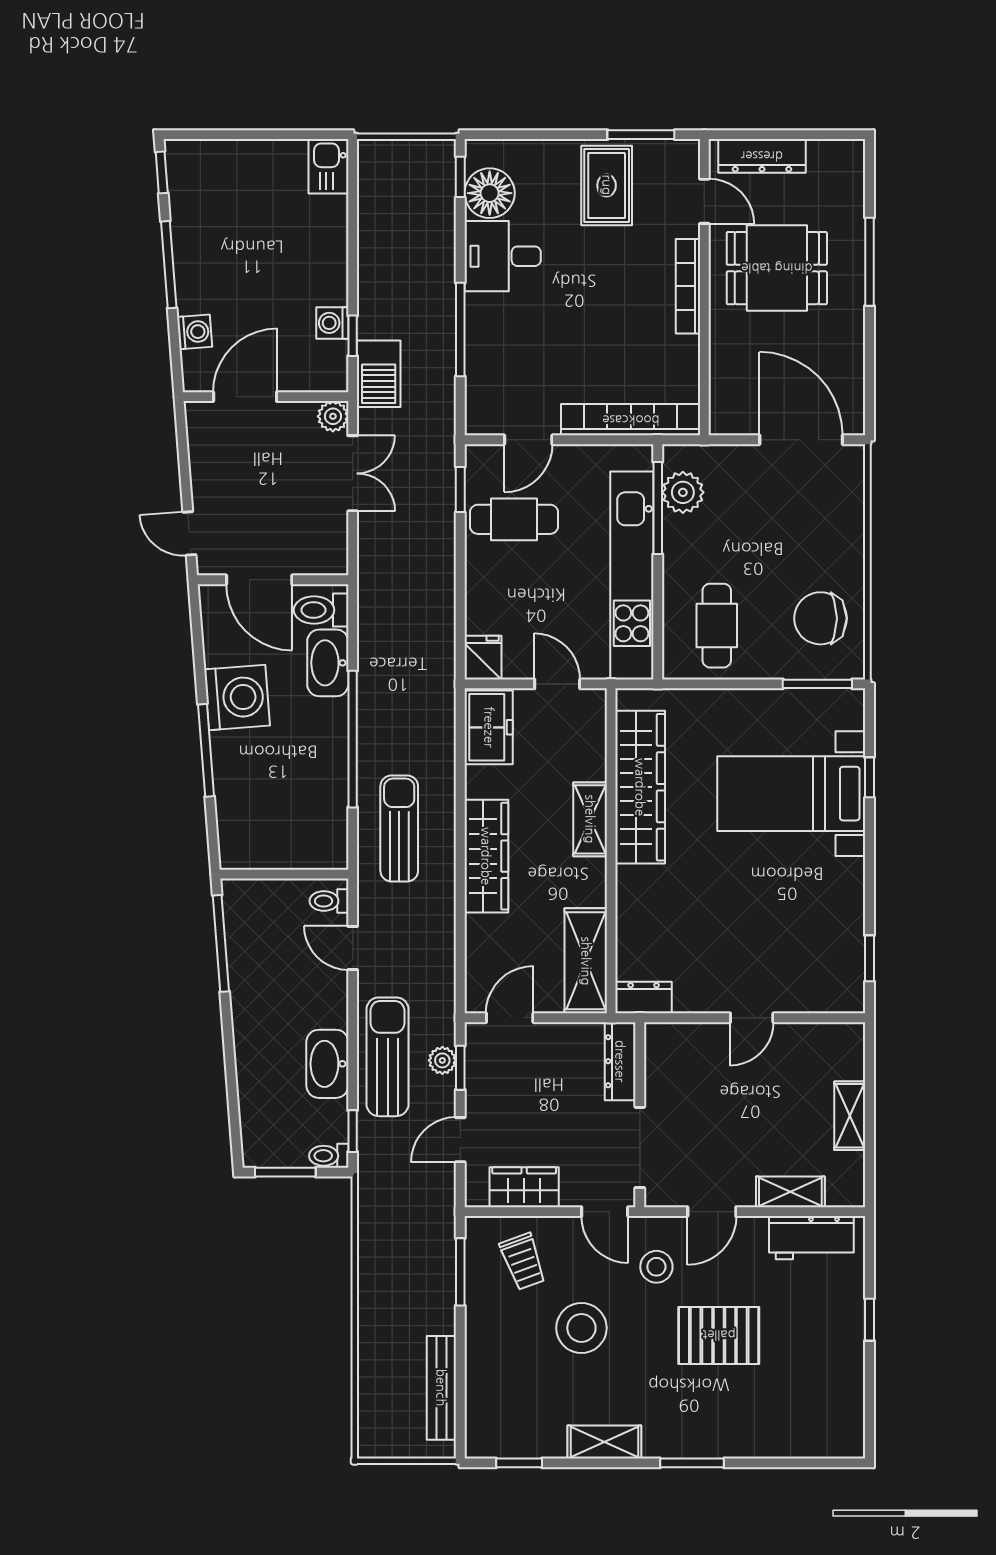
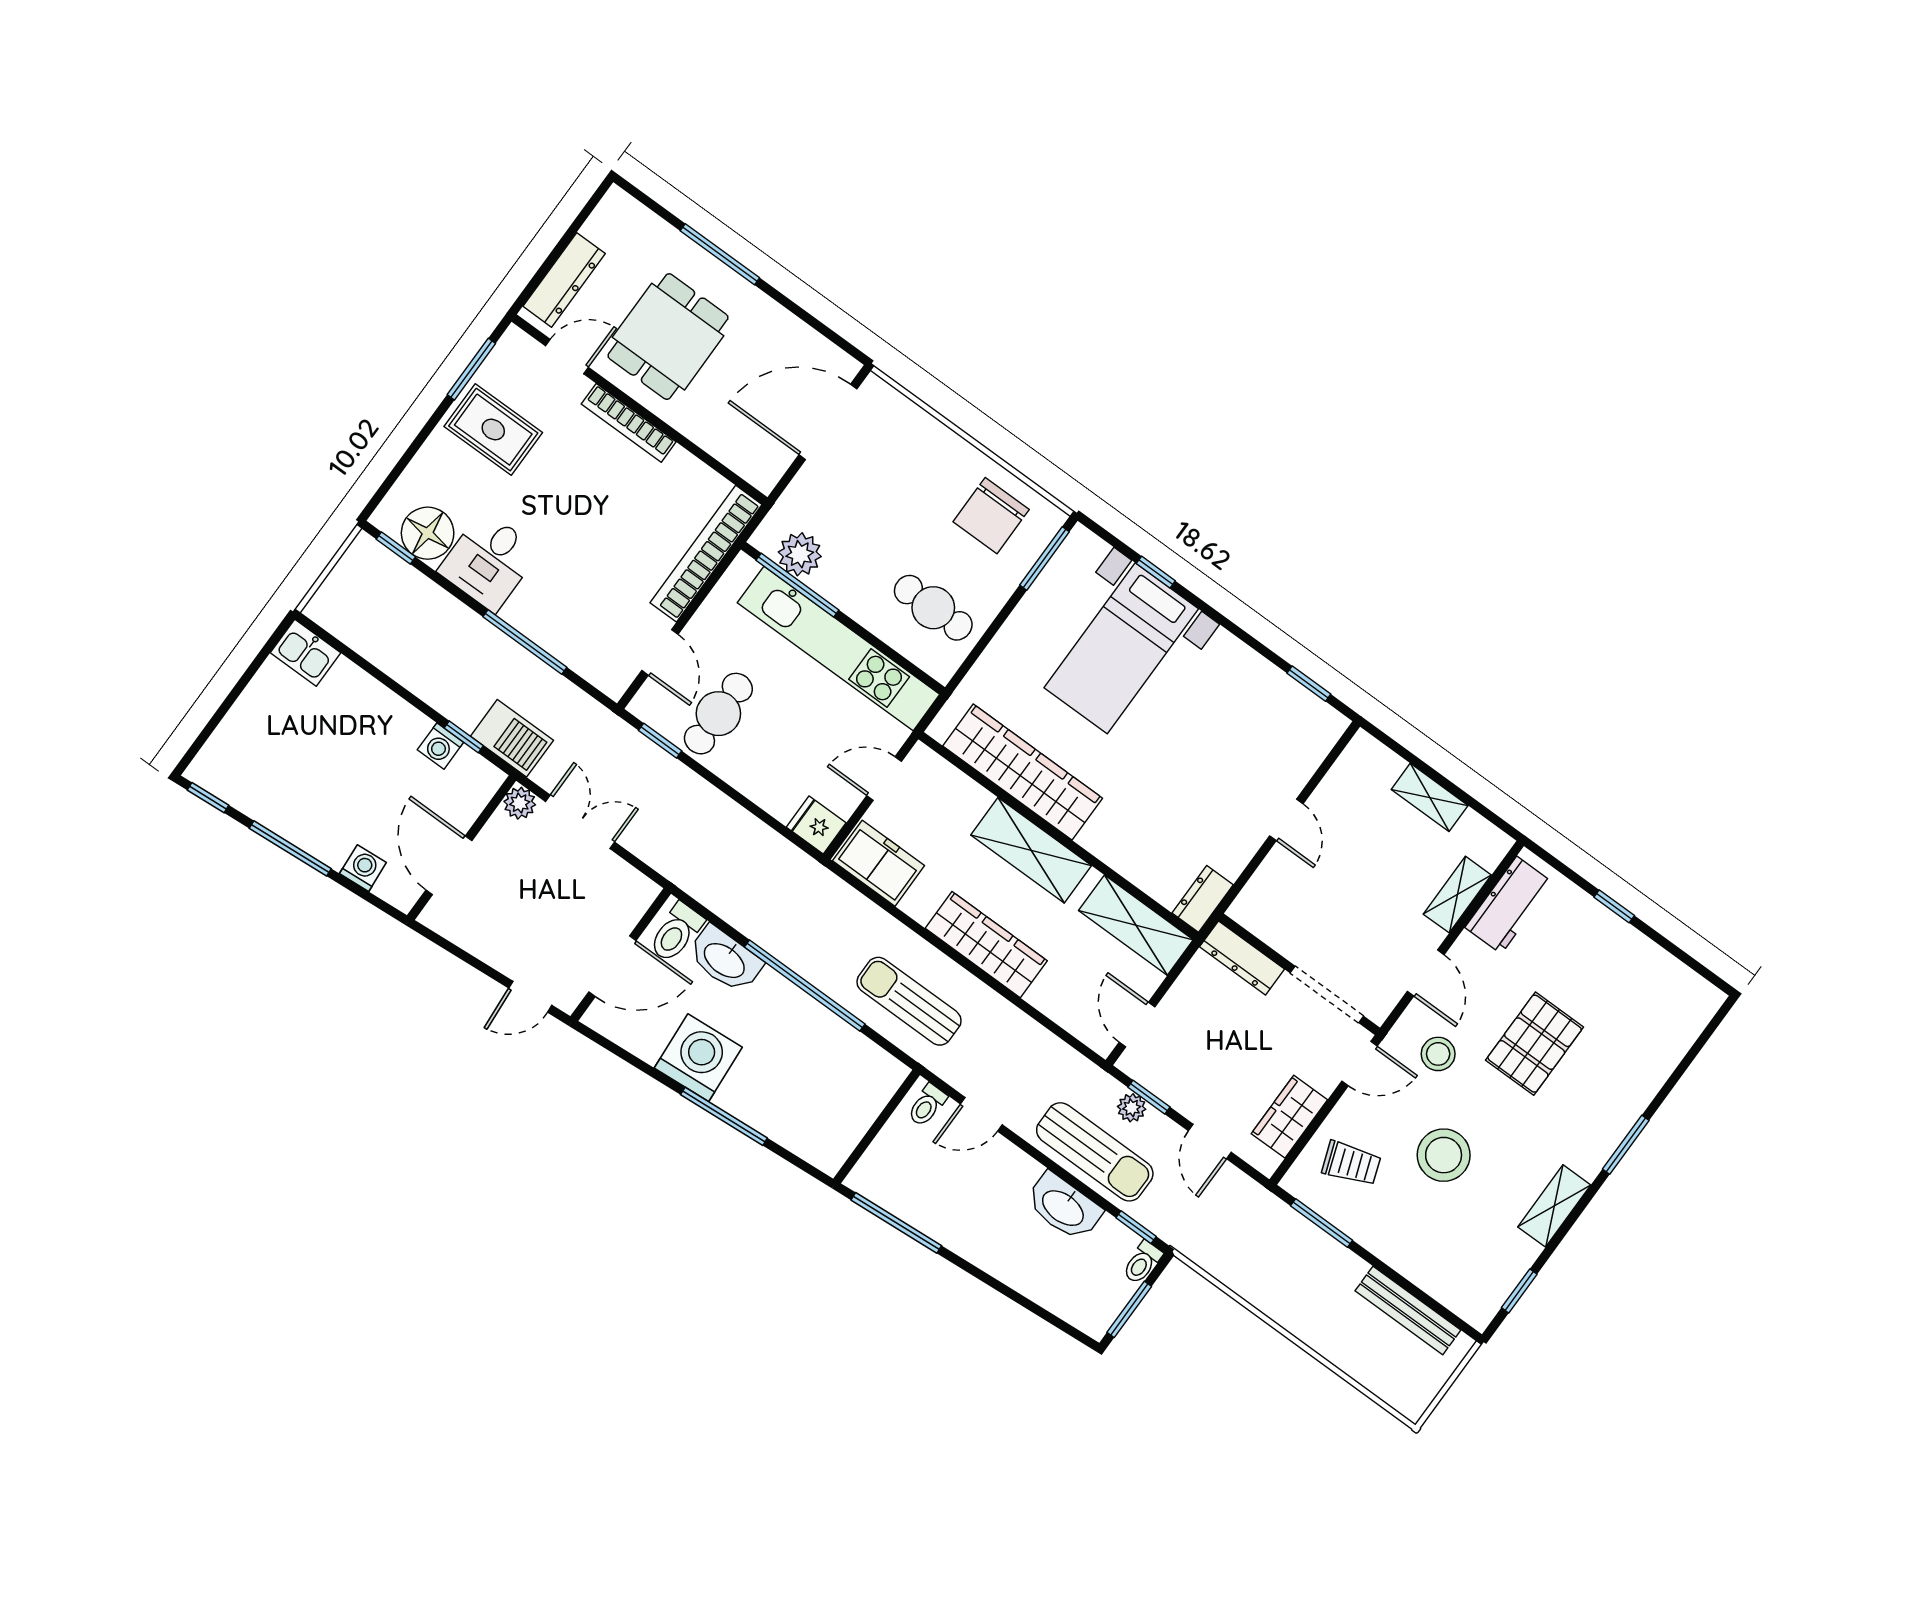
shelving: (590, 819) -> (1031, 850), width x1.50, depth x1.33
sun lounger: (388, 1057) -> (1095, 1152), turned 180

